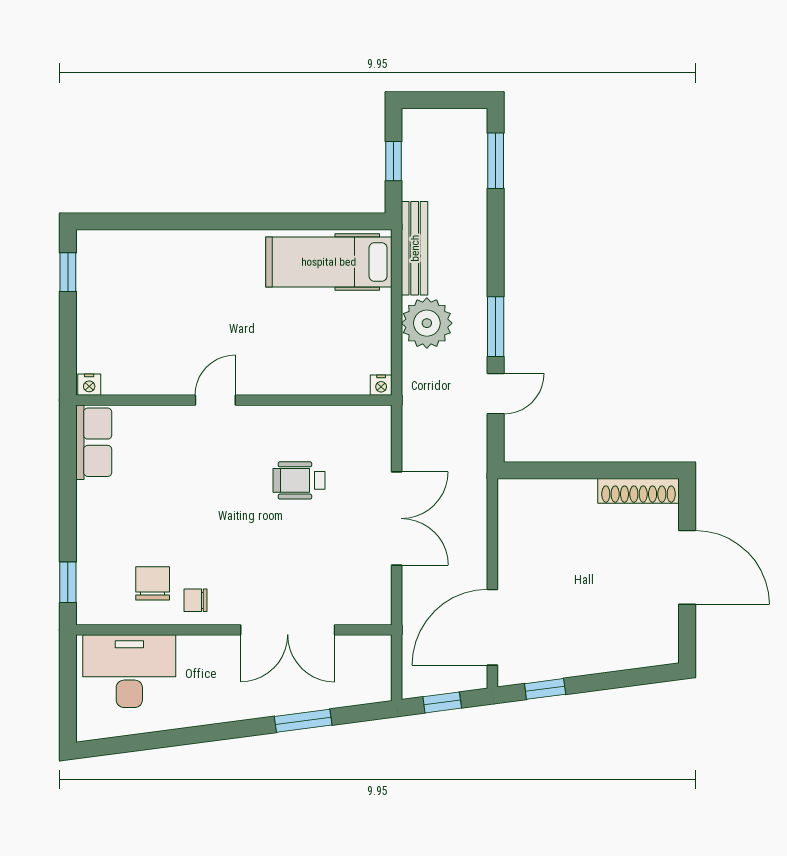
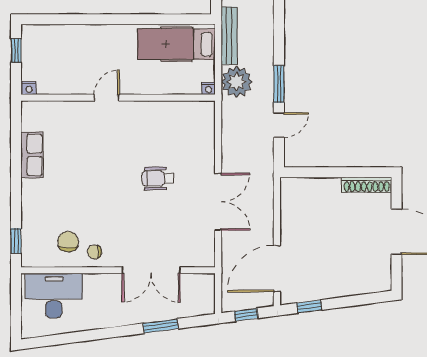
nightstand: (89, 385) -> (29, 88), moved
nightstand: (381, 385) -> (208, 88), moved
door: (215, 400) -> (107, 98), moved
wall: (234, 400) -> (118, 98), moved

